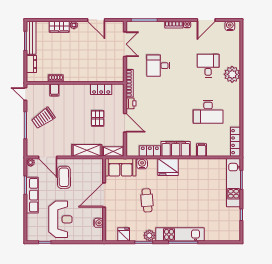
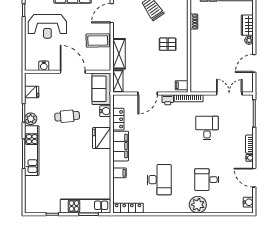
double door: (125, 44) -> (229, 93), swing flipped
desk: (208, 66) -> (207, 180), turned 180
locker: (101, 89) -> (182, 69), removed
filing cabinet: (54, 90) -> (182, 85), moved
desk: (208, 112) -> (159, 180), turned 180
pallet: (98, 118) -> (168, 44), moved
coffee table: (64, 177) -> (98, 40), moved

